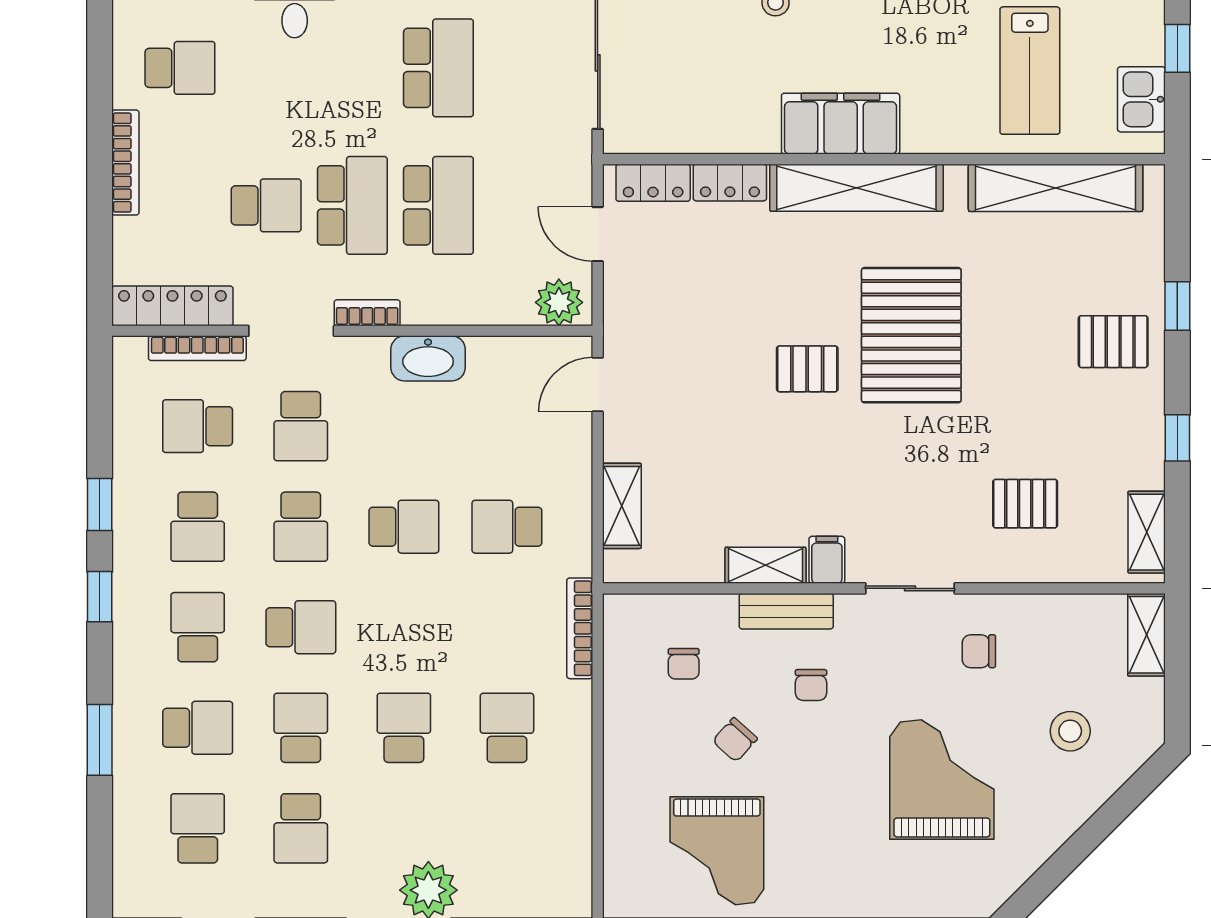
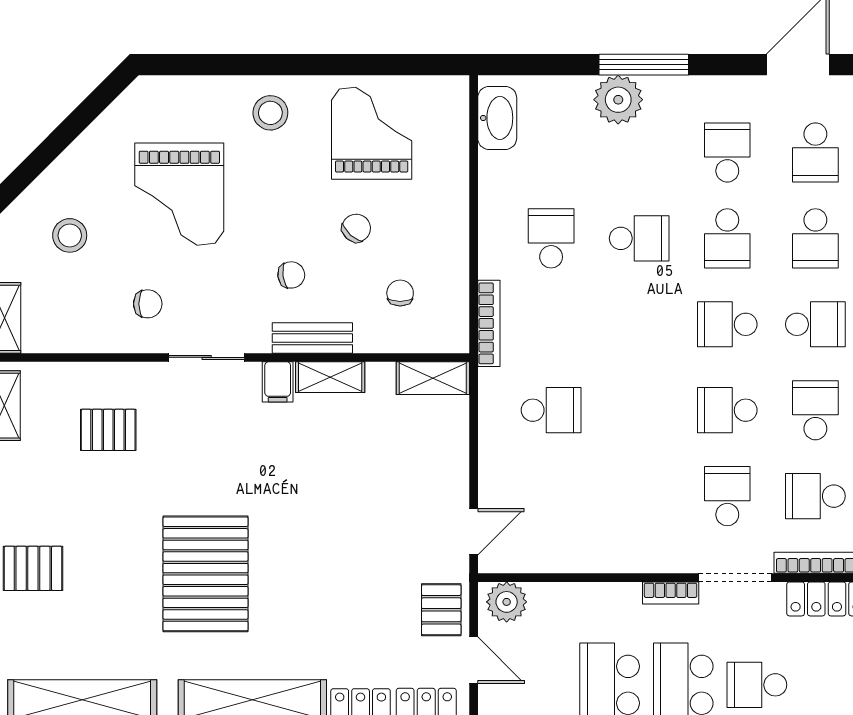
washbasin: (428, 358) -> (497, 118), moved, turned 90
pallet: (807, 369) -> (441, 610), moved, turned 90
school desk: (198, 426) -> (815, 496), turned 180
shelving: (622, 506) -> (433, 378), moved, turned 90
school desk: (301, 527) -> (727, 410), turned -90
school desk: (404, 527) -> (639, 410), removed
school desk: (198, 627) -> (815, 324), turned -90
chair: (811, 685) -> (291, 275), turned 82
school desk: (198, 728) -> (815, 238), turned -90
school desk: (404, 728) -> (639, 238), turned -90
school desk: (507, 728) -> (551, 238), turned 180
stool: (835, 875) -> (270, 113), added

